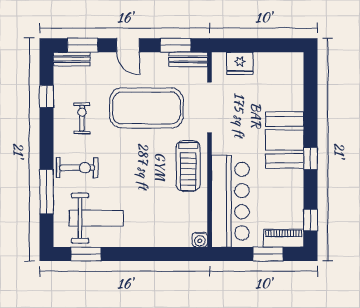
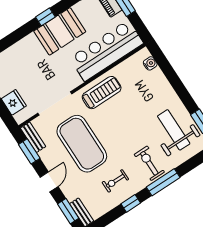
window: (47, 96) -> (131, 203), moved
booth: (285, 140) -> (60, 31), moved
window: (47, 192) -> (163, 182), moved
water cooler: (200, 240) -> (150, 63), moved

